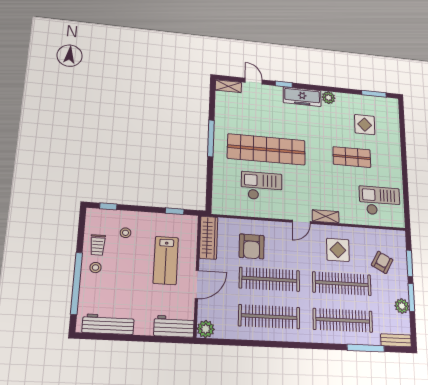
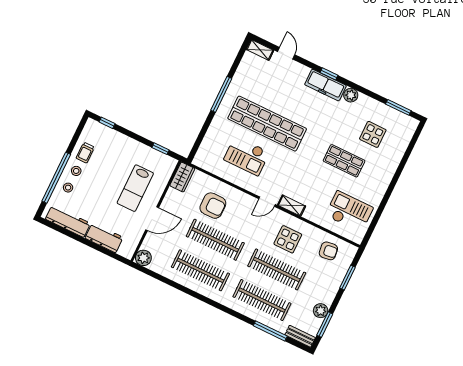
window: (284, 84) -> (329, 74), moved
checkout: (262, 186) -> (247, 156), turned 180
stool: (125, 233) -> (68, 188), moved
wardrobe: (209, 238) -> (182, 177), width x0.67
armchair: (252, 246) -> (213, 206), turned -90
armchair: (382, 262) -> (328, 251), moved, turned 54
window: (411, 297) -> (325, 325), moved
workbench: (174, 326) -> (104, 238), moved

